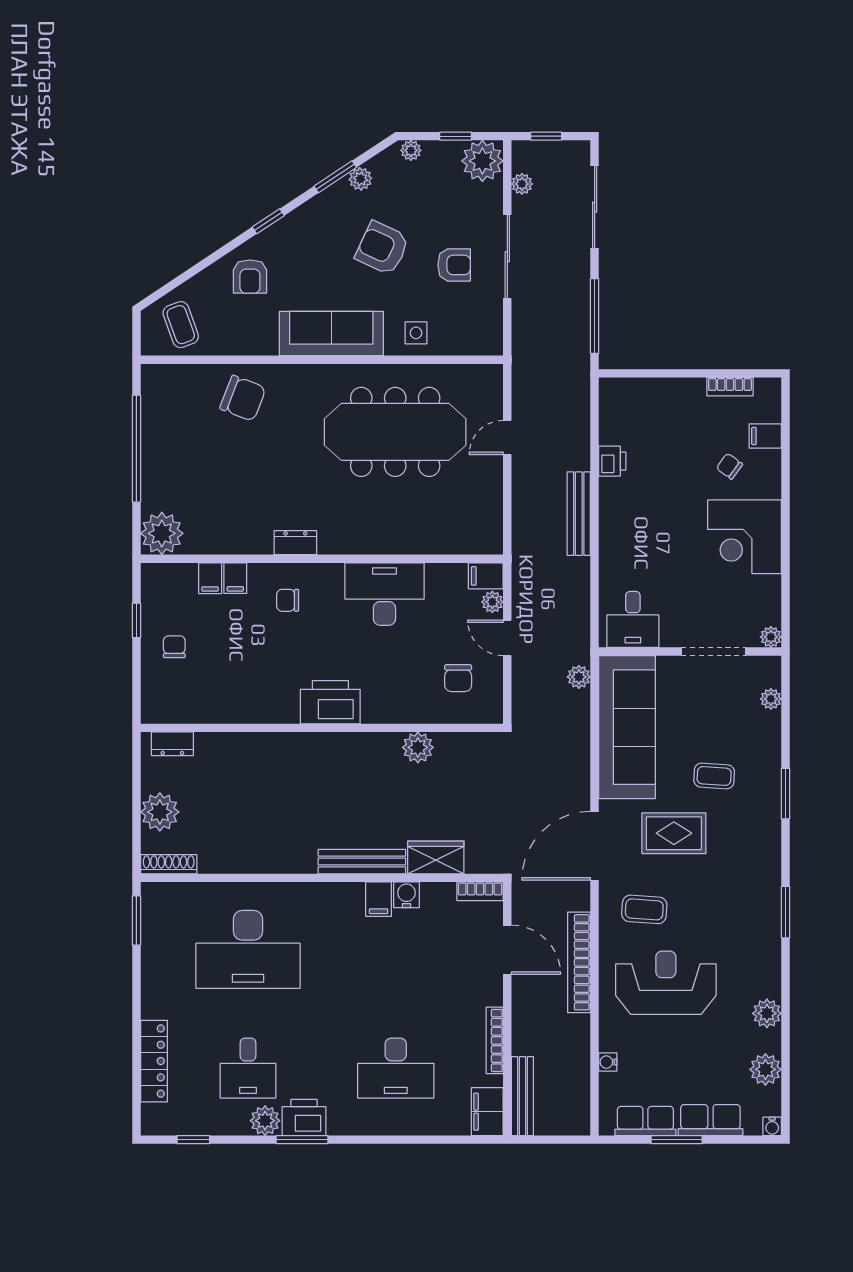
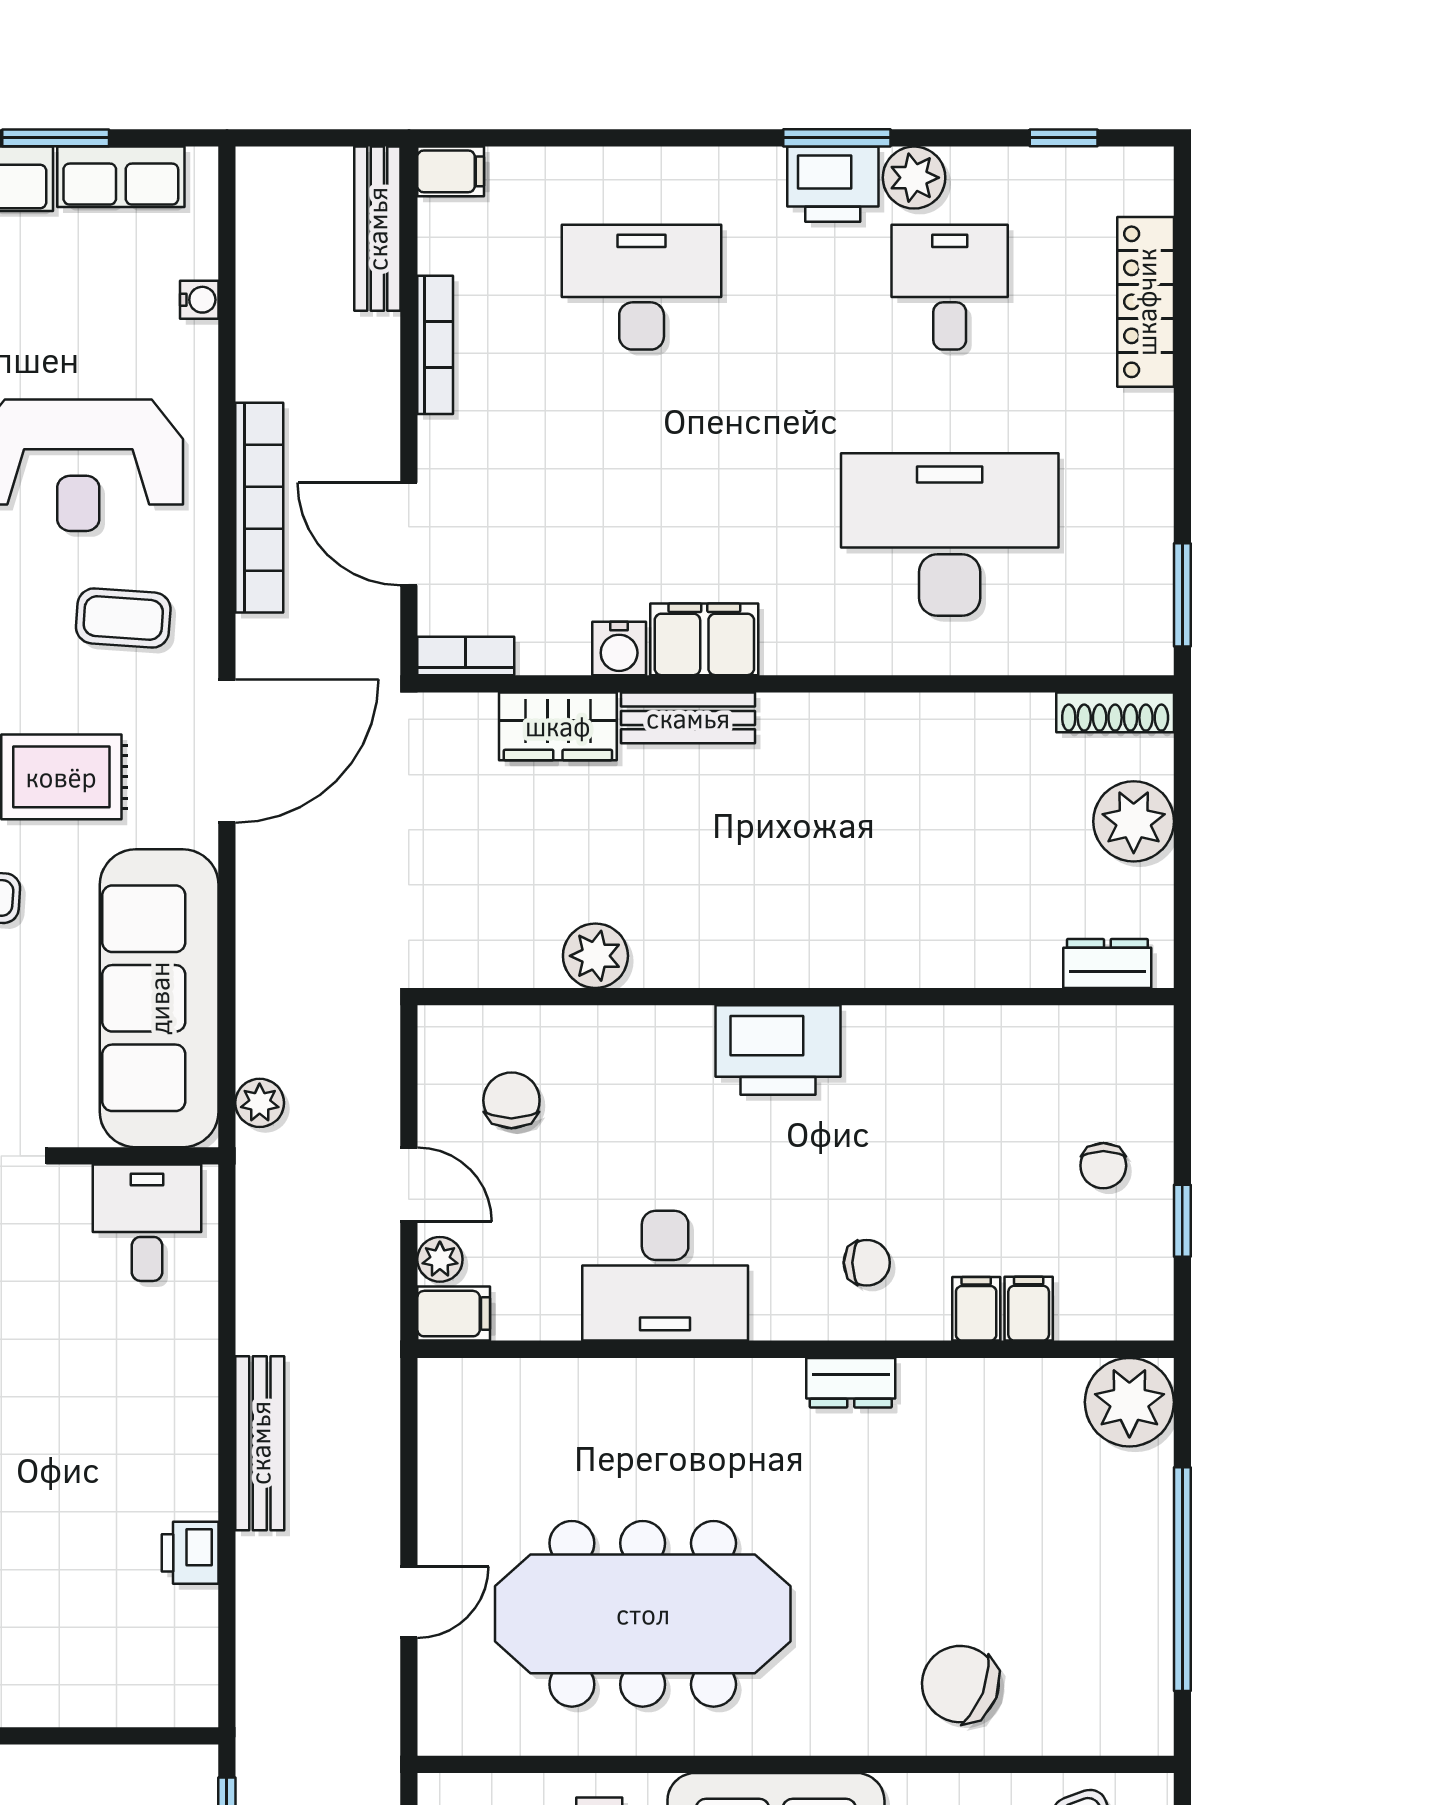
bench: (362, 862) -> (688, 718), width x0.73
filing cabinet: (379, 899) -> (704, 639), width x2.00
filing cabinet: (487, 1112) -> (451, 171), width x0.50

